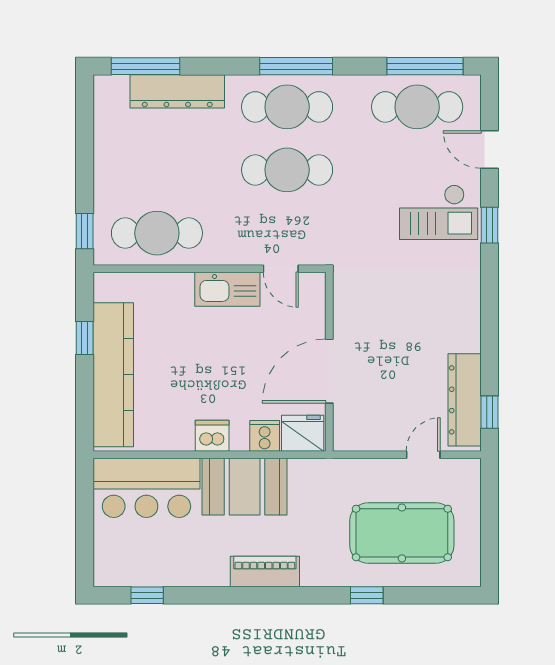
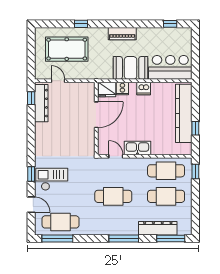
window: (296, 66) -> (124, 238), moved
cafe table: (287, 107) -> (166, 196), moved
door: (423, 455) -> (58, 81), swing flipped

